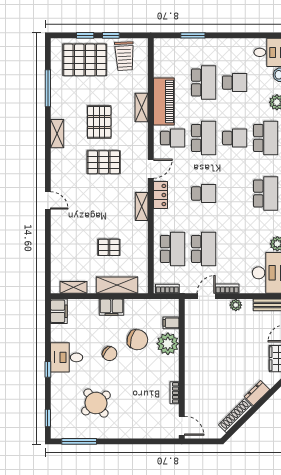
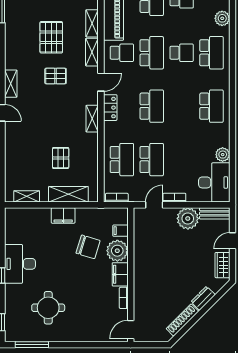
shelving: (57, 134) -> (11, 84), moved
shelving: (141, 137) -> (92, 52), added
pallet: (104, 162) -> (56, 76), width x0.67, depth x0.71
school desk: (204, 194) -> (152, 106), width x1.85
pallet: (109, 247) -> (61, 158), turned 90
plant: (236, 305) -> (188, 218), width x1.87, depth x1.87
filing cabinet: (59, 311) -> (120, 274), moved, turned 180
chair: (110, 354) -> (61, 260), removed
desk: (67, 357) -> (20, 264), width x1.37
round table: (96, 403) -> (48, 308), turned 38
door: (182, 426) -> (131, 330), swing flipped

